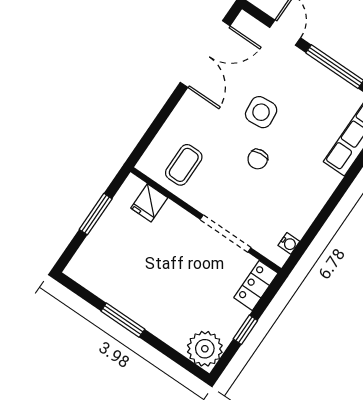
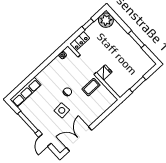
coffee table: (184, 165) -> (91, 87), moved
fridge: (149, 203) -> (104, 72), moved

